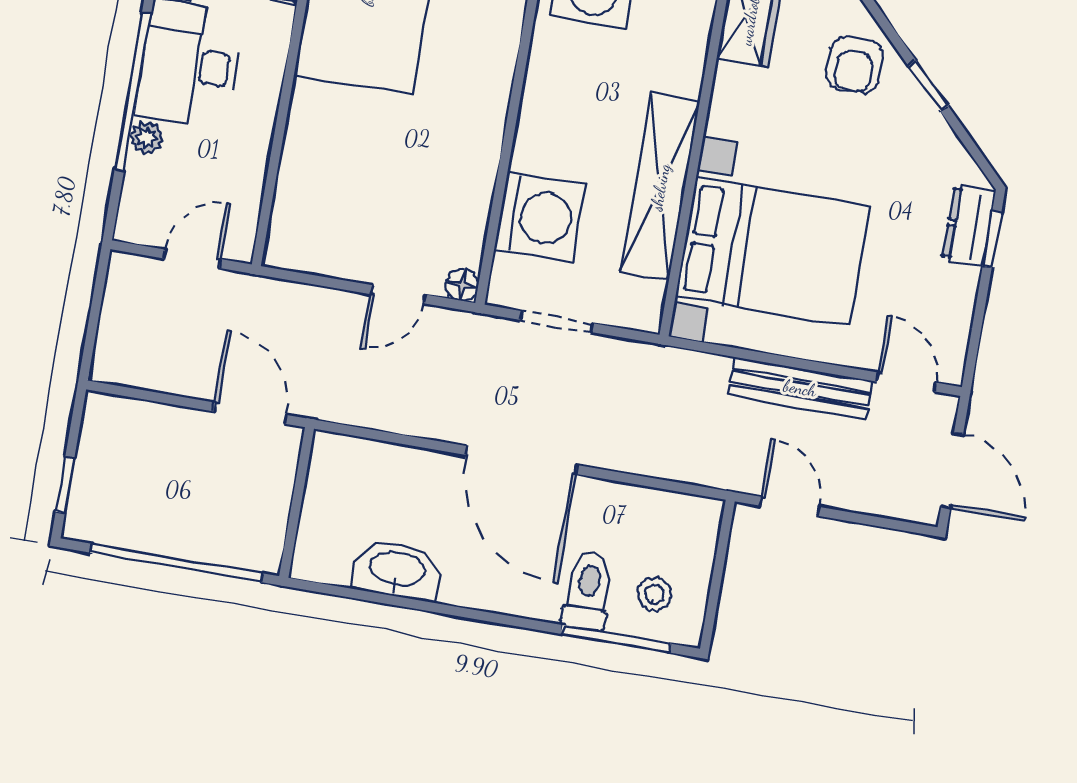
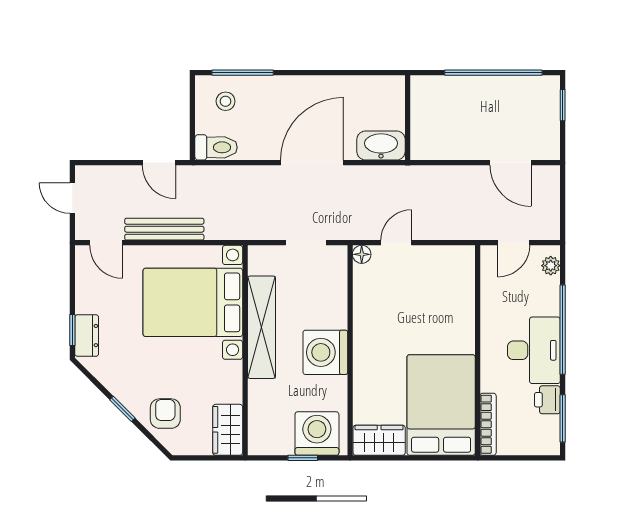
plant: (146, 138) -> (551, 266), moved
washing machine: (540, 217) -> (325, 352), moved
door: (250, 413) -> (511, 163), moved
door: (522, 460) -> (312, 163), hinge flipped
door: (952, 471) -> (72, 198), width x0.73
wall: (297, 502) -> (408, 118), moved
washbasin: (397, 570) -> (381, 145), moved, turned 180
toilet: (588, 591) -> (216, 147), moved, turned -90

